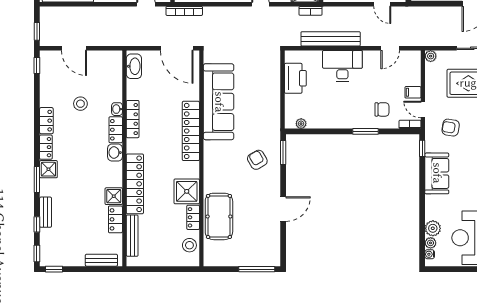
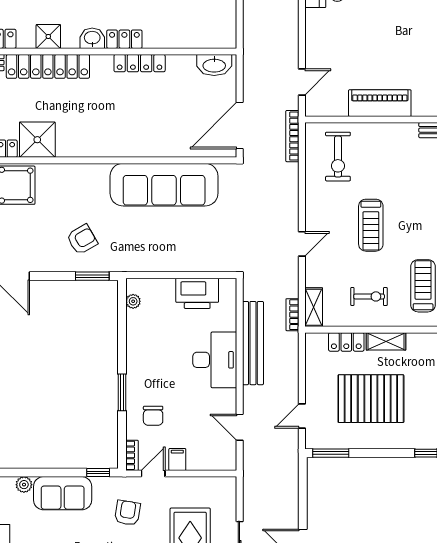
plant: (431, 56) -> (24, 485), moved
washbasin: (117, 109) -> (154, 41), removed
locker: (191, 131) -> (123, 146), removed
shower: (114, 196) -> (48, 36), moved

